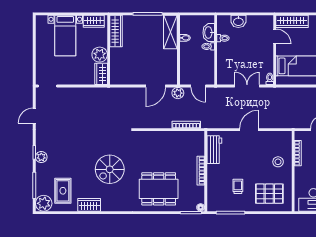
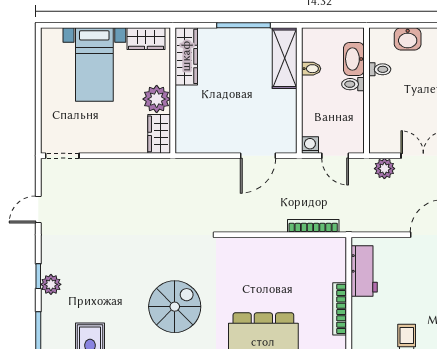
washing machine: (184, 80) -> (310, 145), added
plant: (178, 93) -> (384, 169), moved
spiral stairs: (110, 169) -> (175, 307), turned 180

